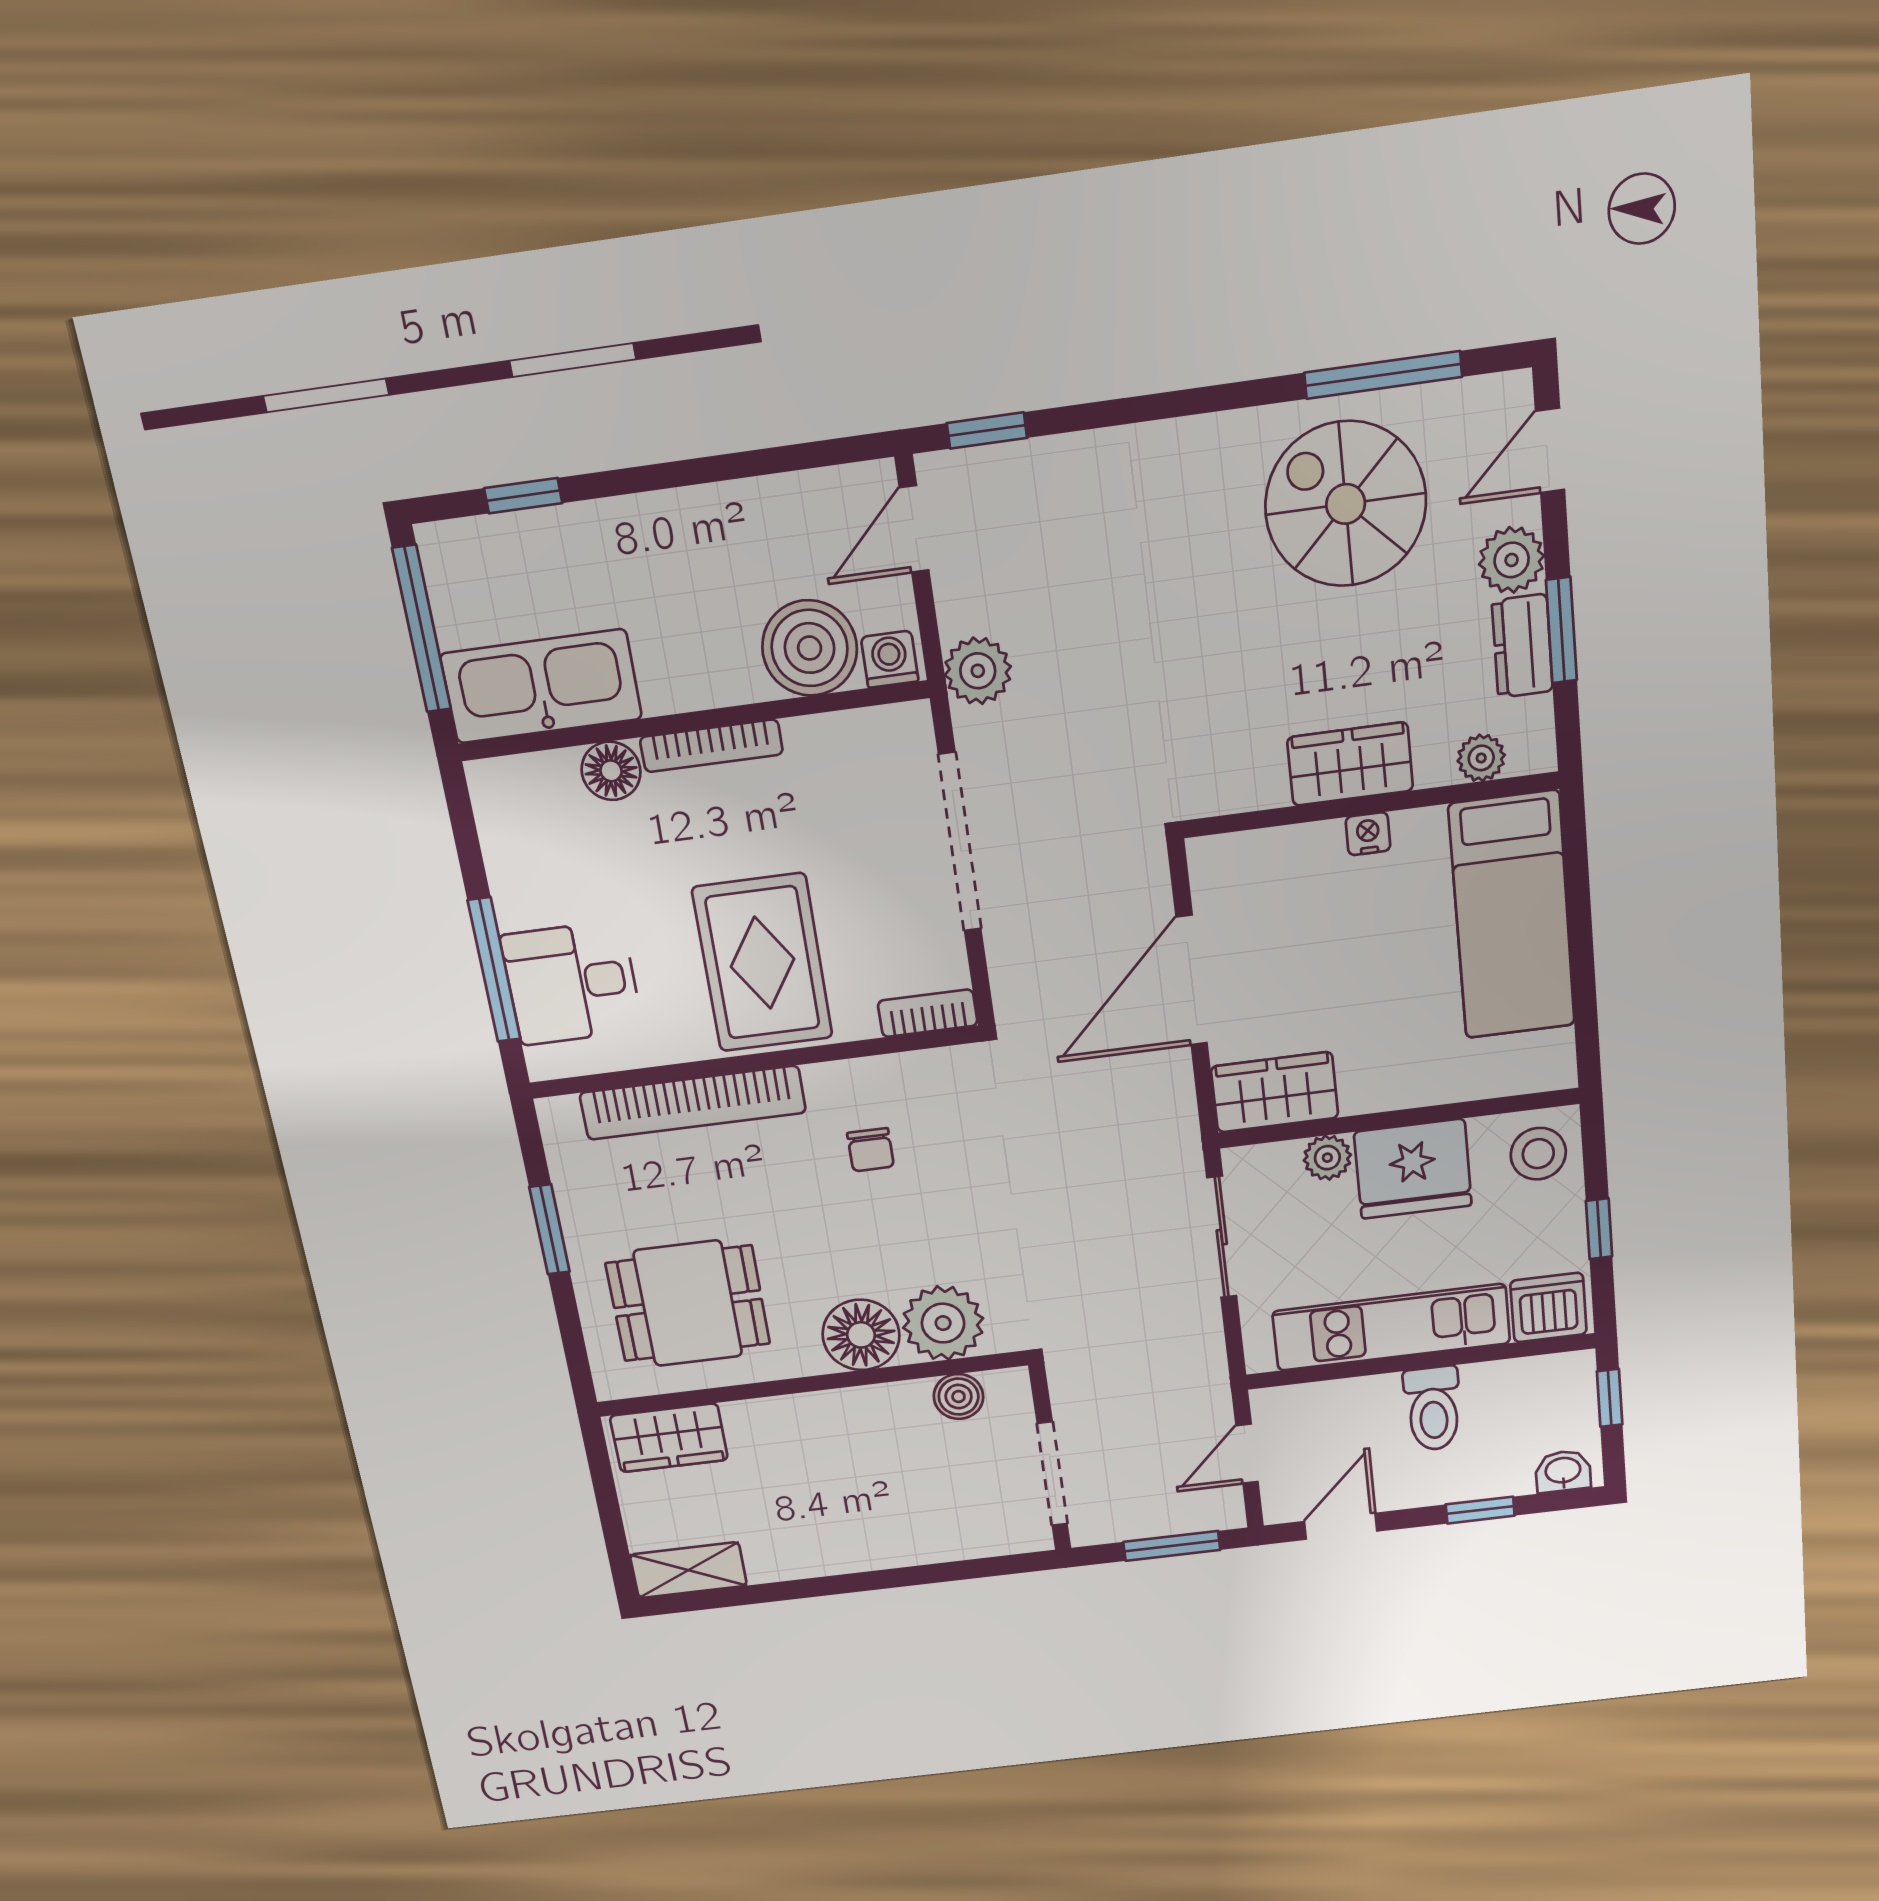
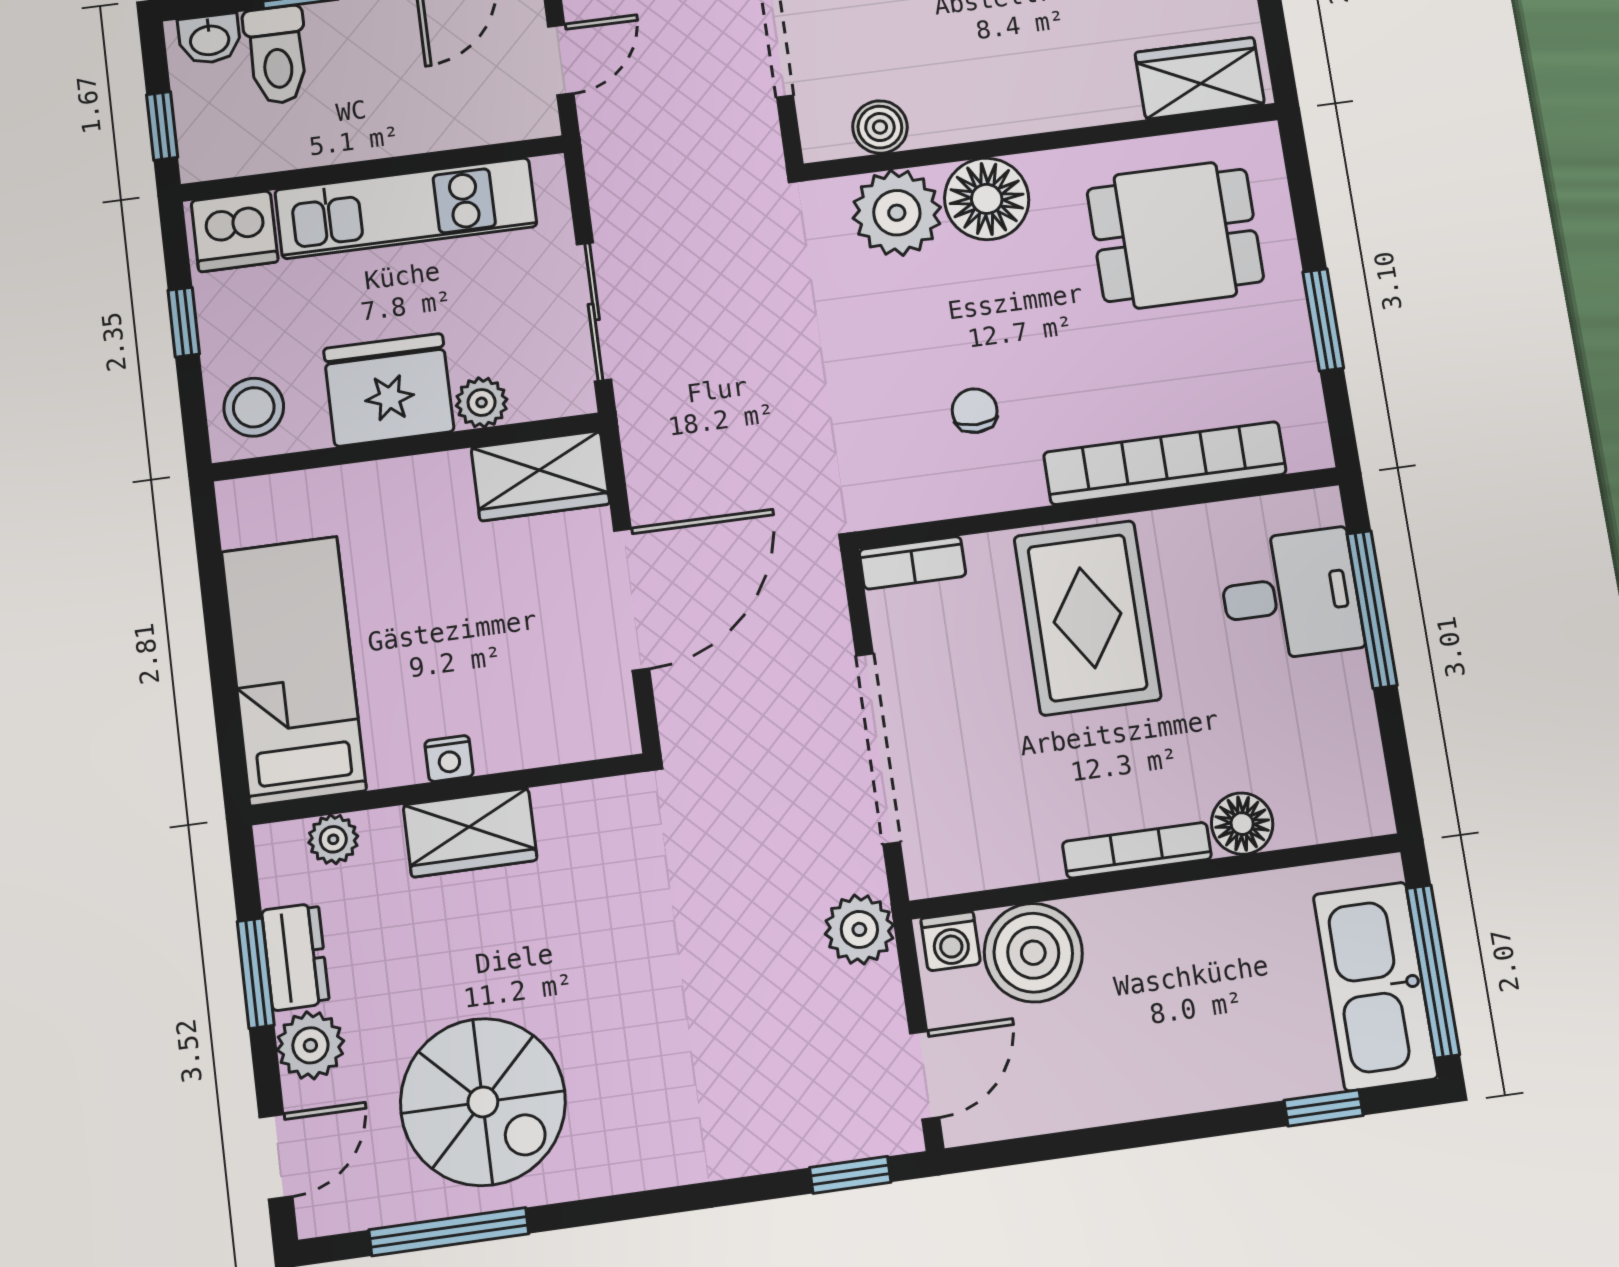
kitchen sink: (541, 686) -> (1375, 986), moved, turned 90
toilet: (1433, 1409) -> (277, 55), moved, turned 180

